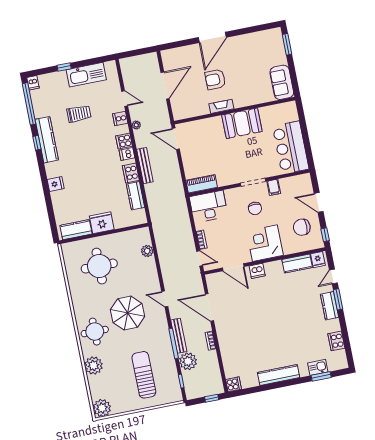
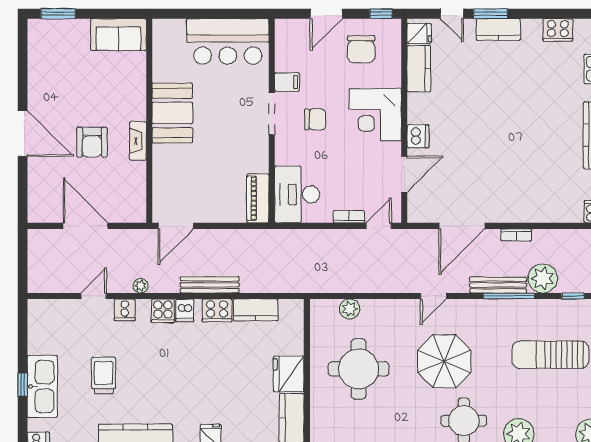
kitchen sink: (86, 75) -> (42, 387), moved
round table: (99, 266) -> (359, 369), moved

